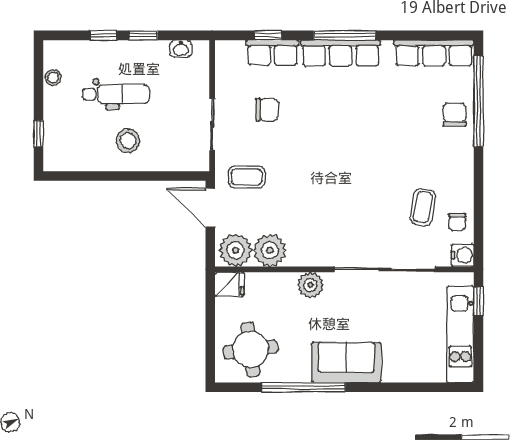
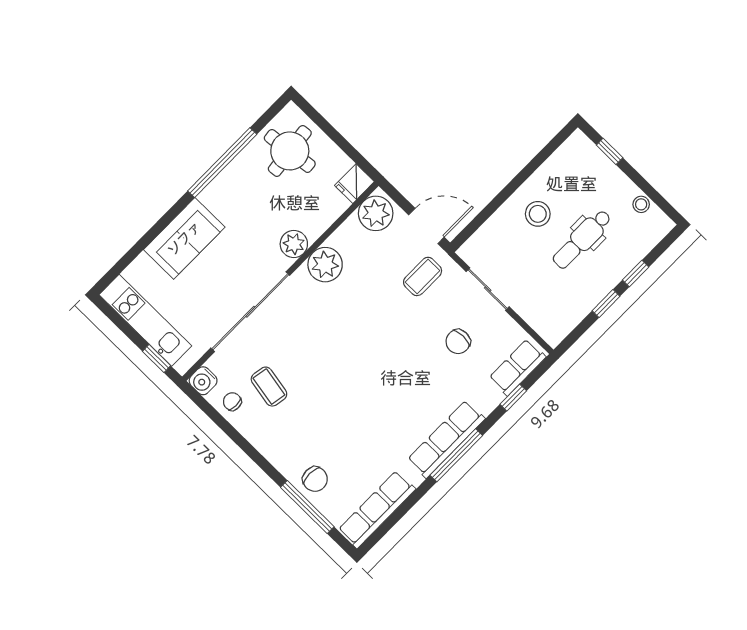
washbasin: (181, 49) -> (568, 322), removed
row of seats: (272, 53) -> (517, 367), moved
window: (479, 101) -> (307, 507), width x0.68
plant: (270, 250) -> (325, 265), moved
sofa: (346, 362) -> (184, 238), moved

